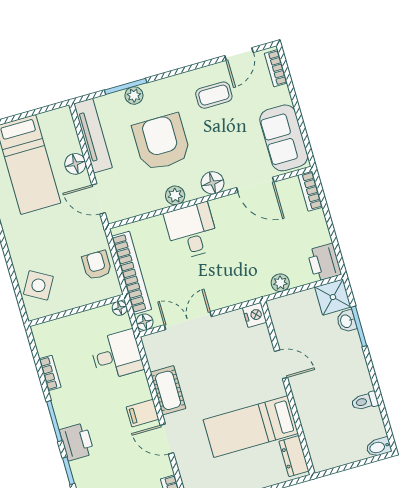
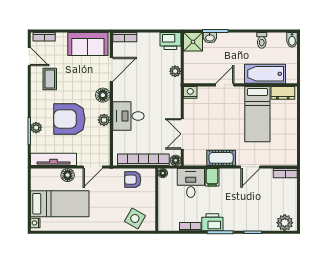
filing cabinet: (143, 413) -> (212, 177), moved
bathtub: (315, 421) -> (265, 74), added
printer: (77, 442) -> (212, 222), moved

